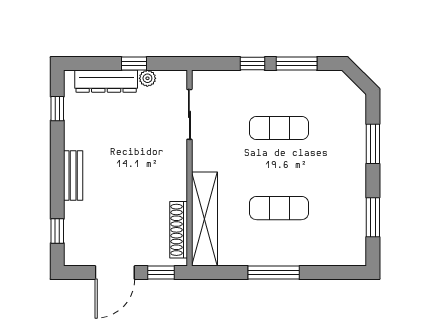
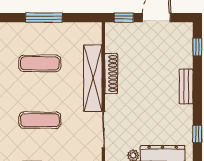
shelving: (204, 219) -> (93, 78), moved
shoe rack: (179, 230) -> (111, 73), moved

